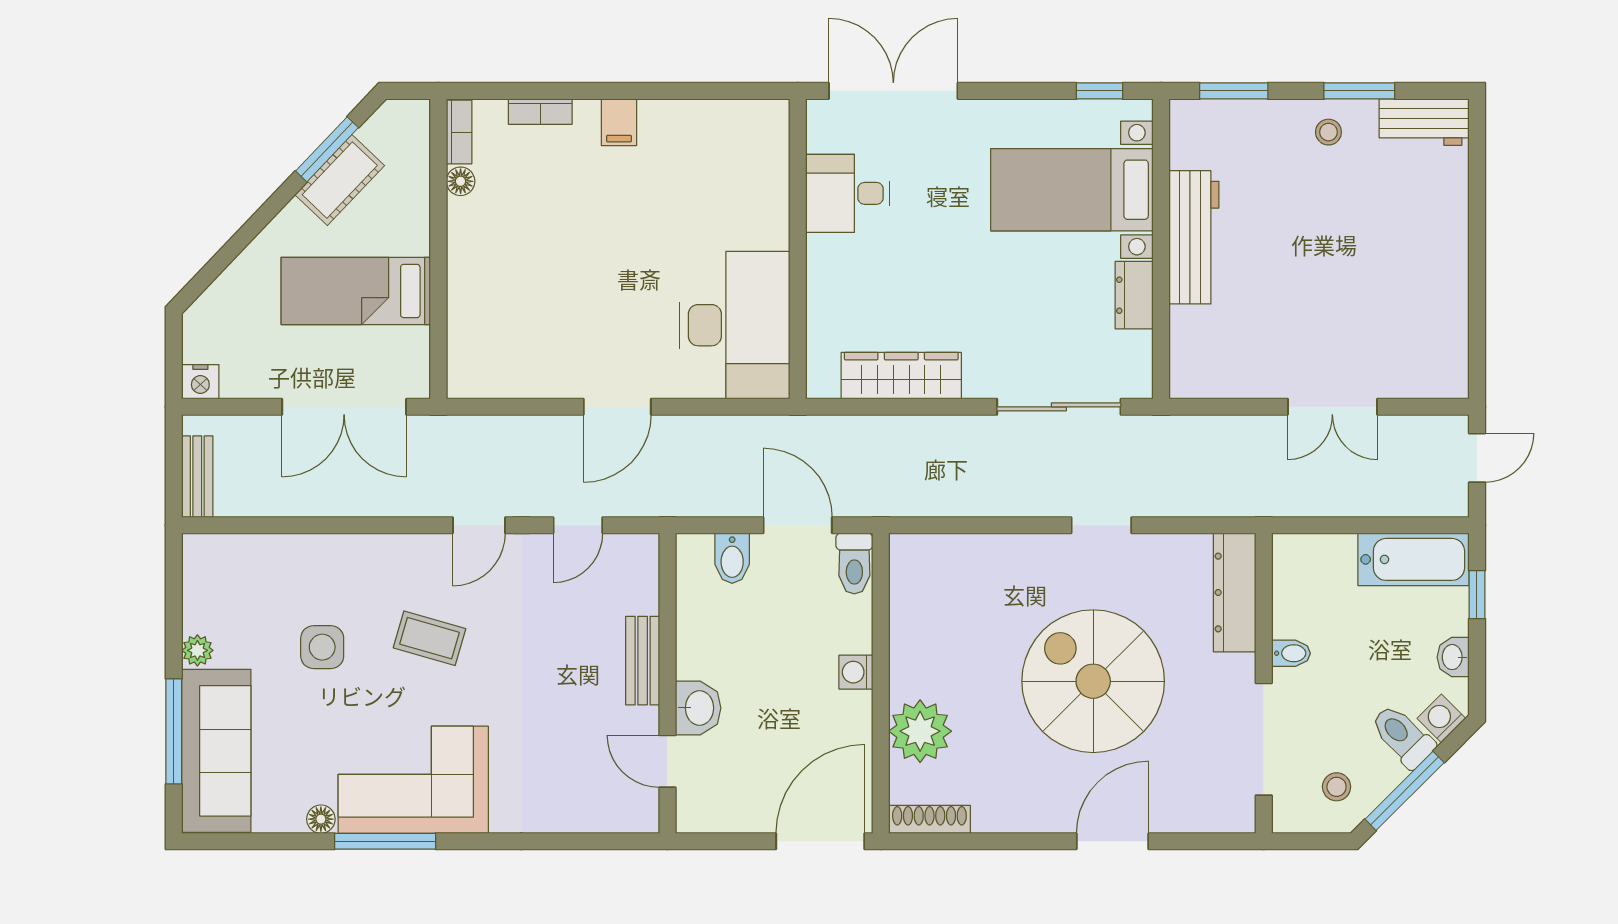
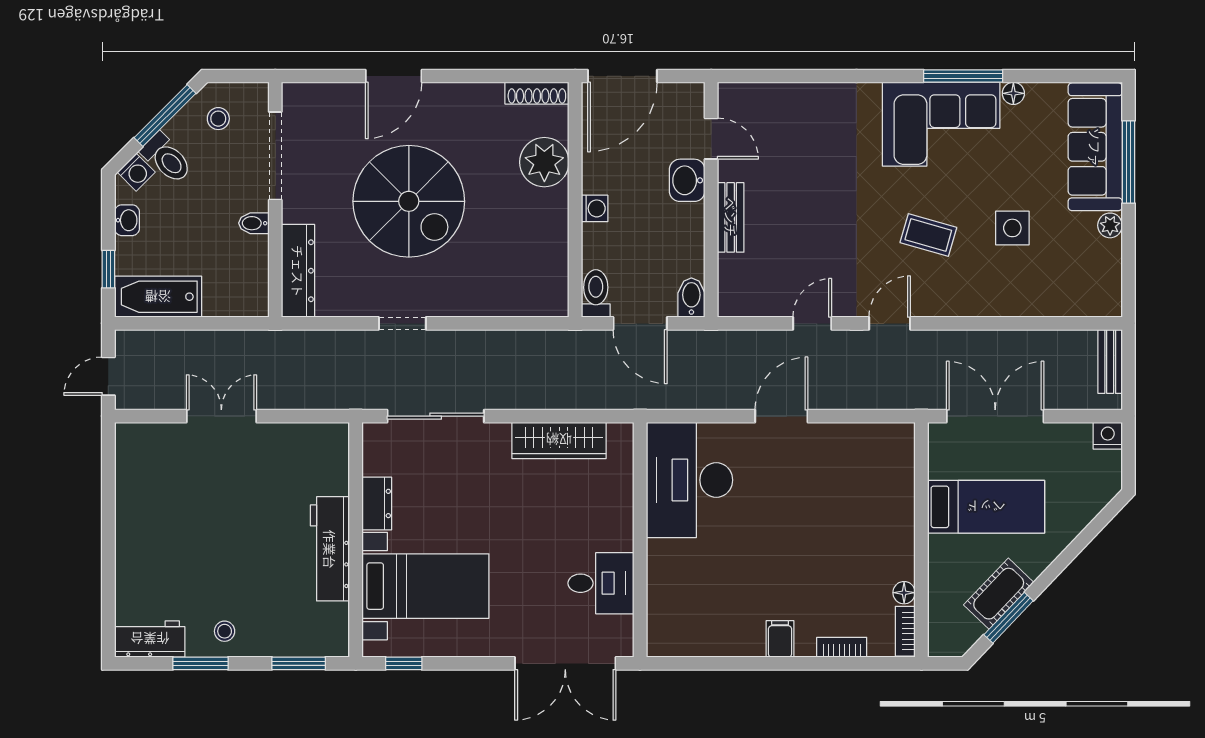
bench: (643, 661) -> (731, 217), moved
wall: (667, 683) -> (711, 200), moved
washbasin: (698, 708) -> (687, 180), moved
door: (667, 761) -> (711, 139), moved

